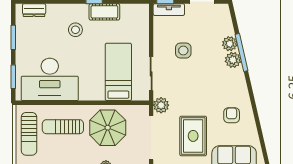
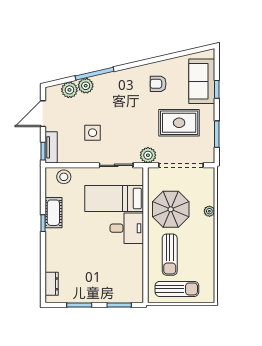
stool: (75, 30) -> (64, 177), moved
plant: (233, 60) -> (69, 90), moved
desk: (50, 79) -> (127, 228), moved, width x0.53, depth x0.77

